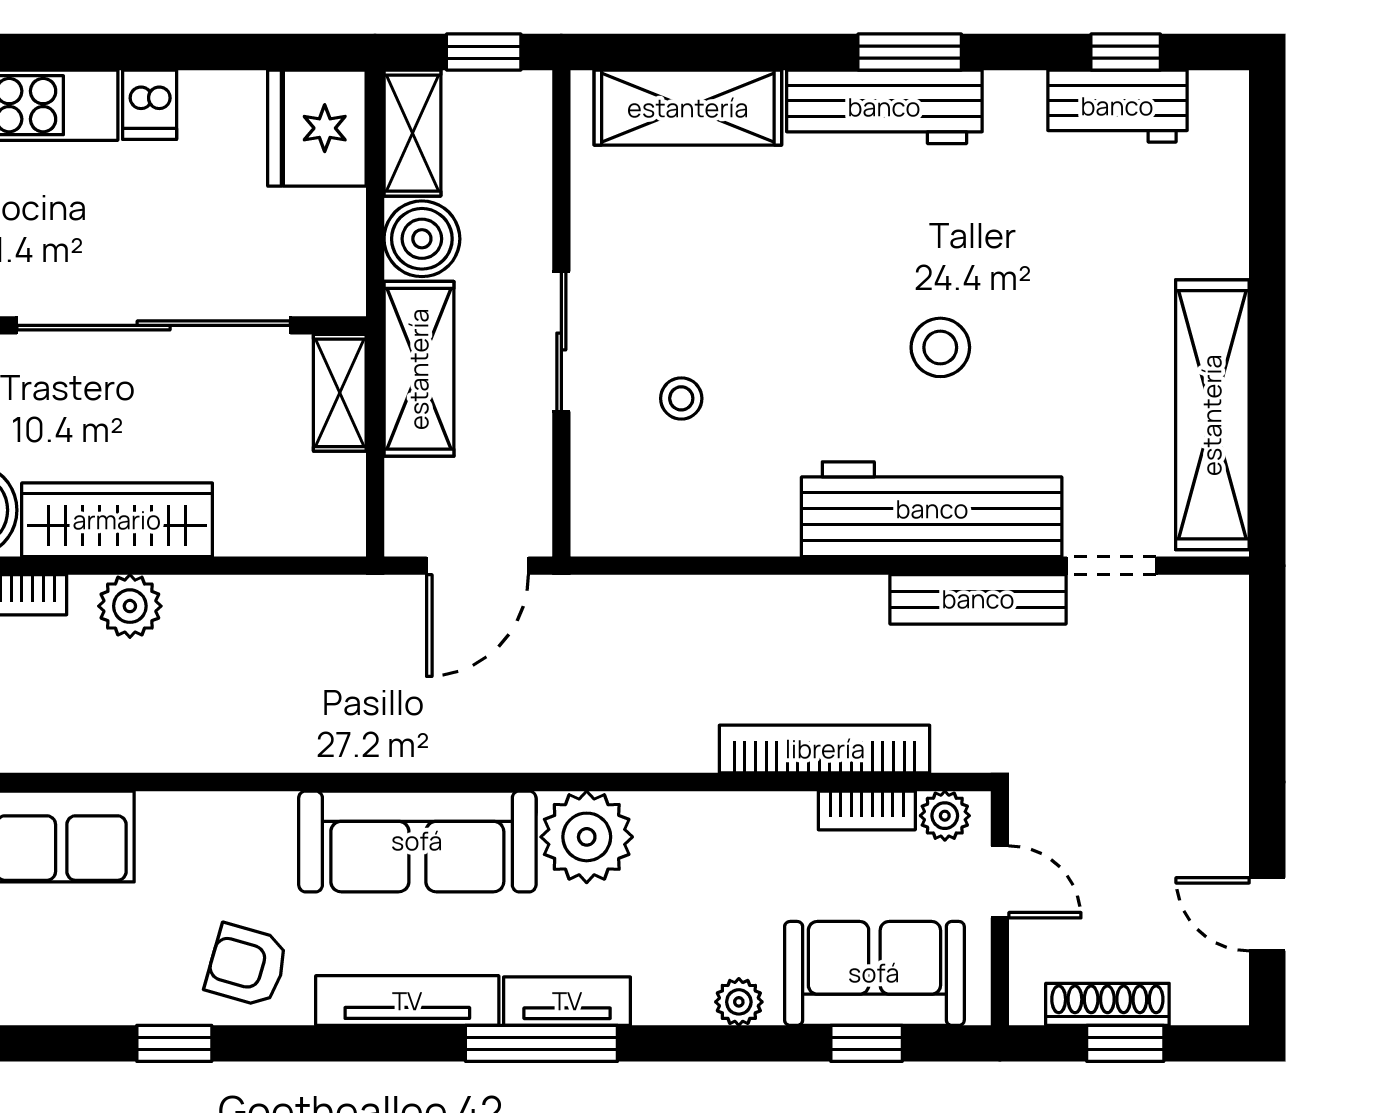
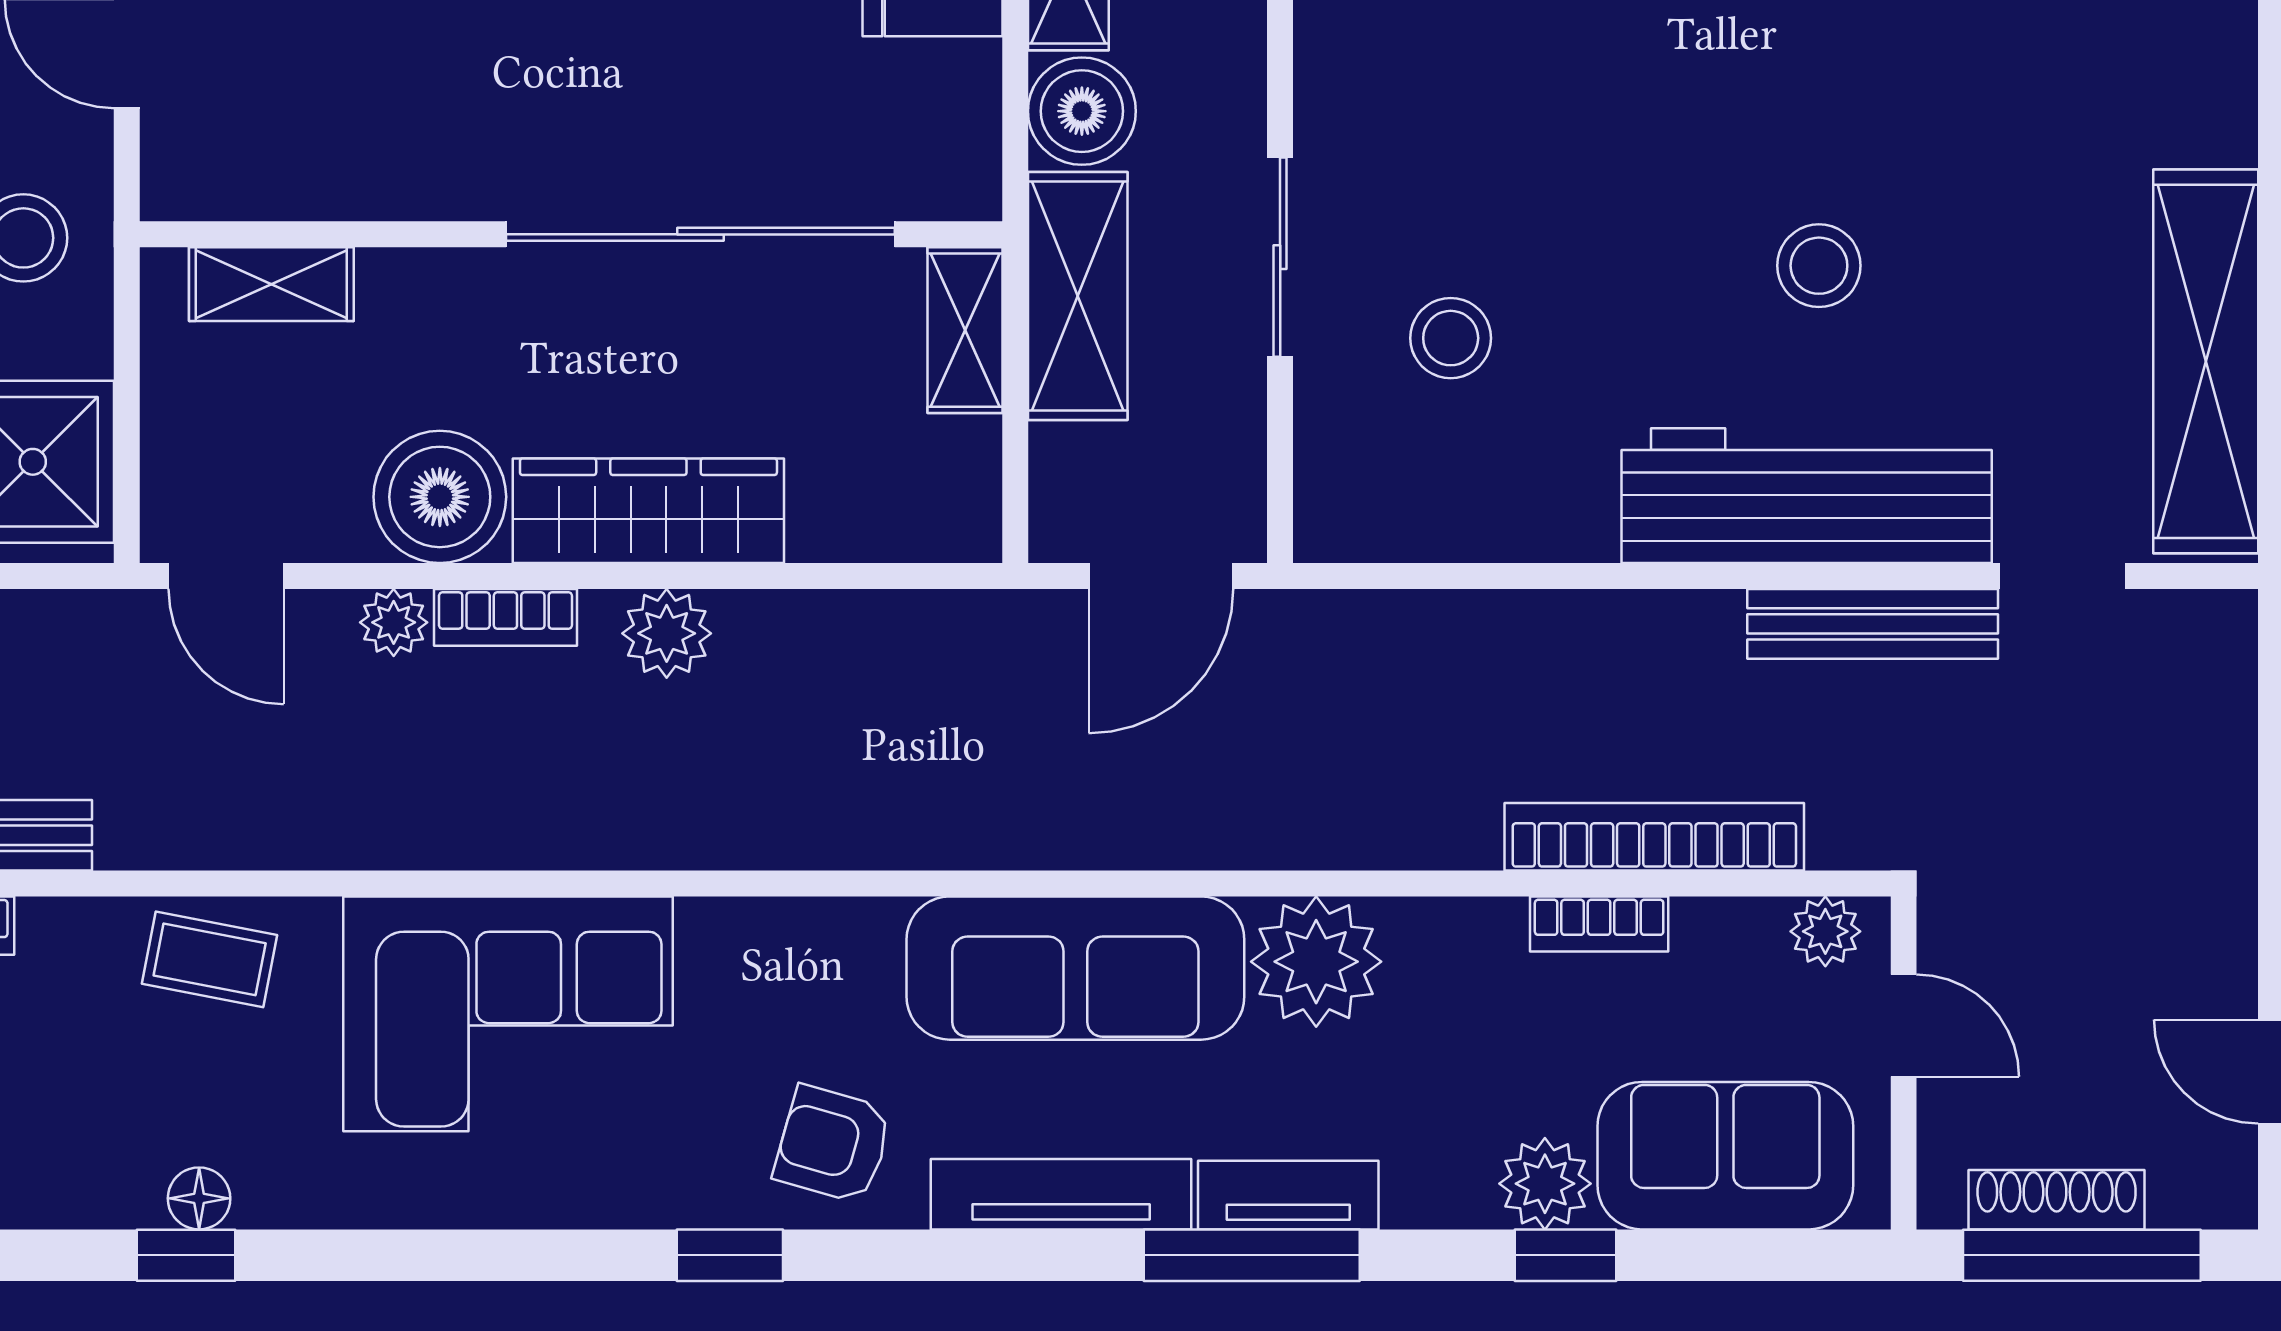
stool: (681, 398) -> (1451, 338), width x1.37, depth x1.37
bookcase: (867, 810) -> (1599, 924), moved
plant: (739, 1002) -> (1545, 1184), width x1.38, depth x1.38
window: (867, 1043) -> (1566, 1255), moved
window: (1125, 1043) -> (2082, 1255), width x2.17

